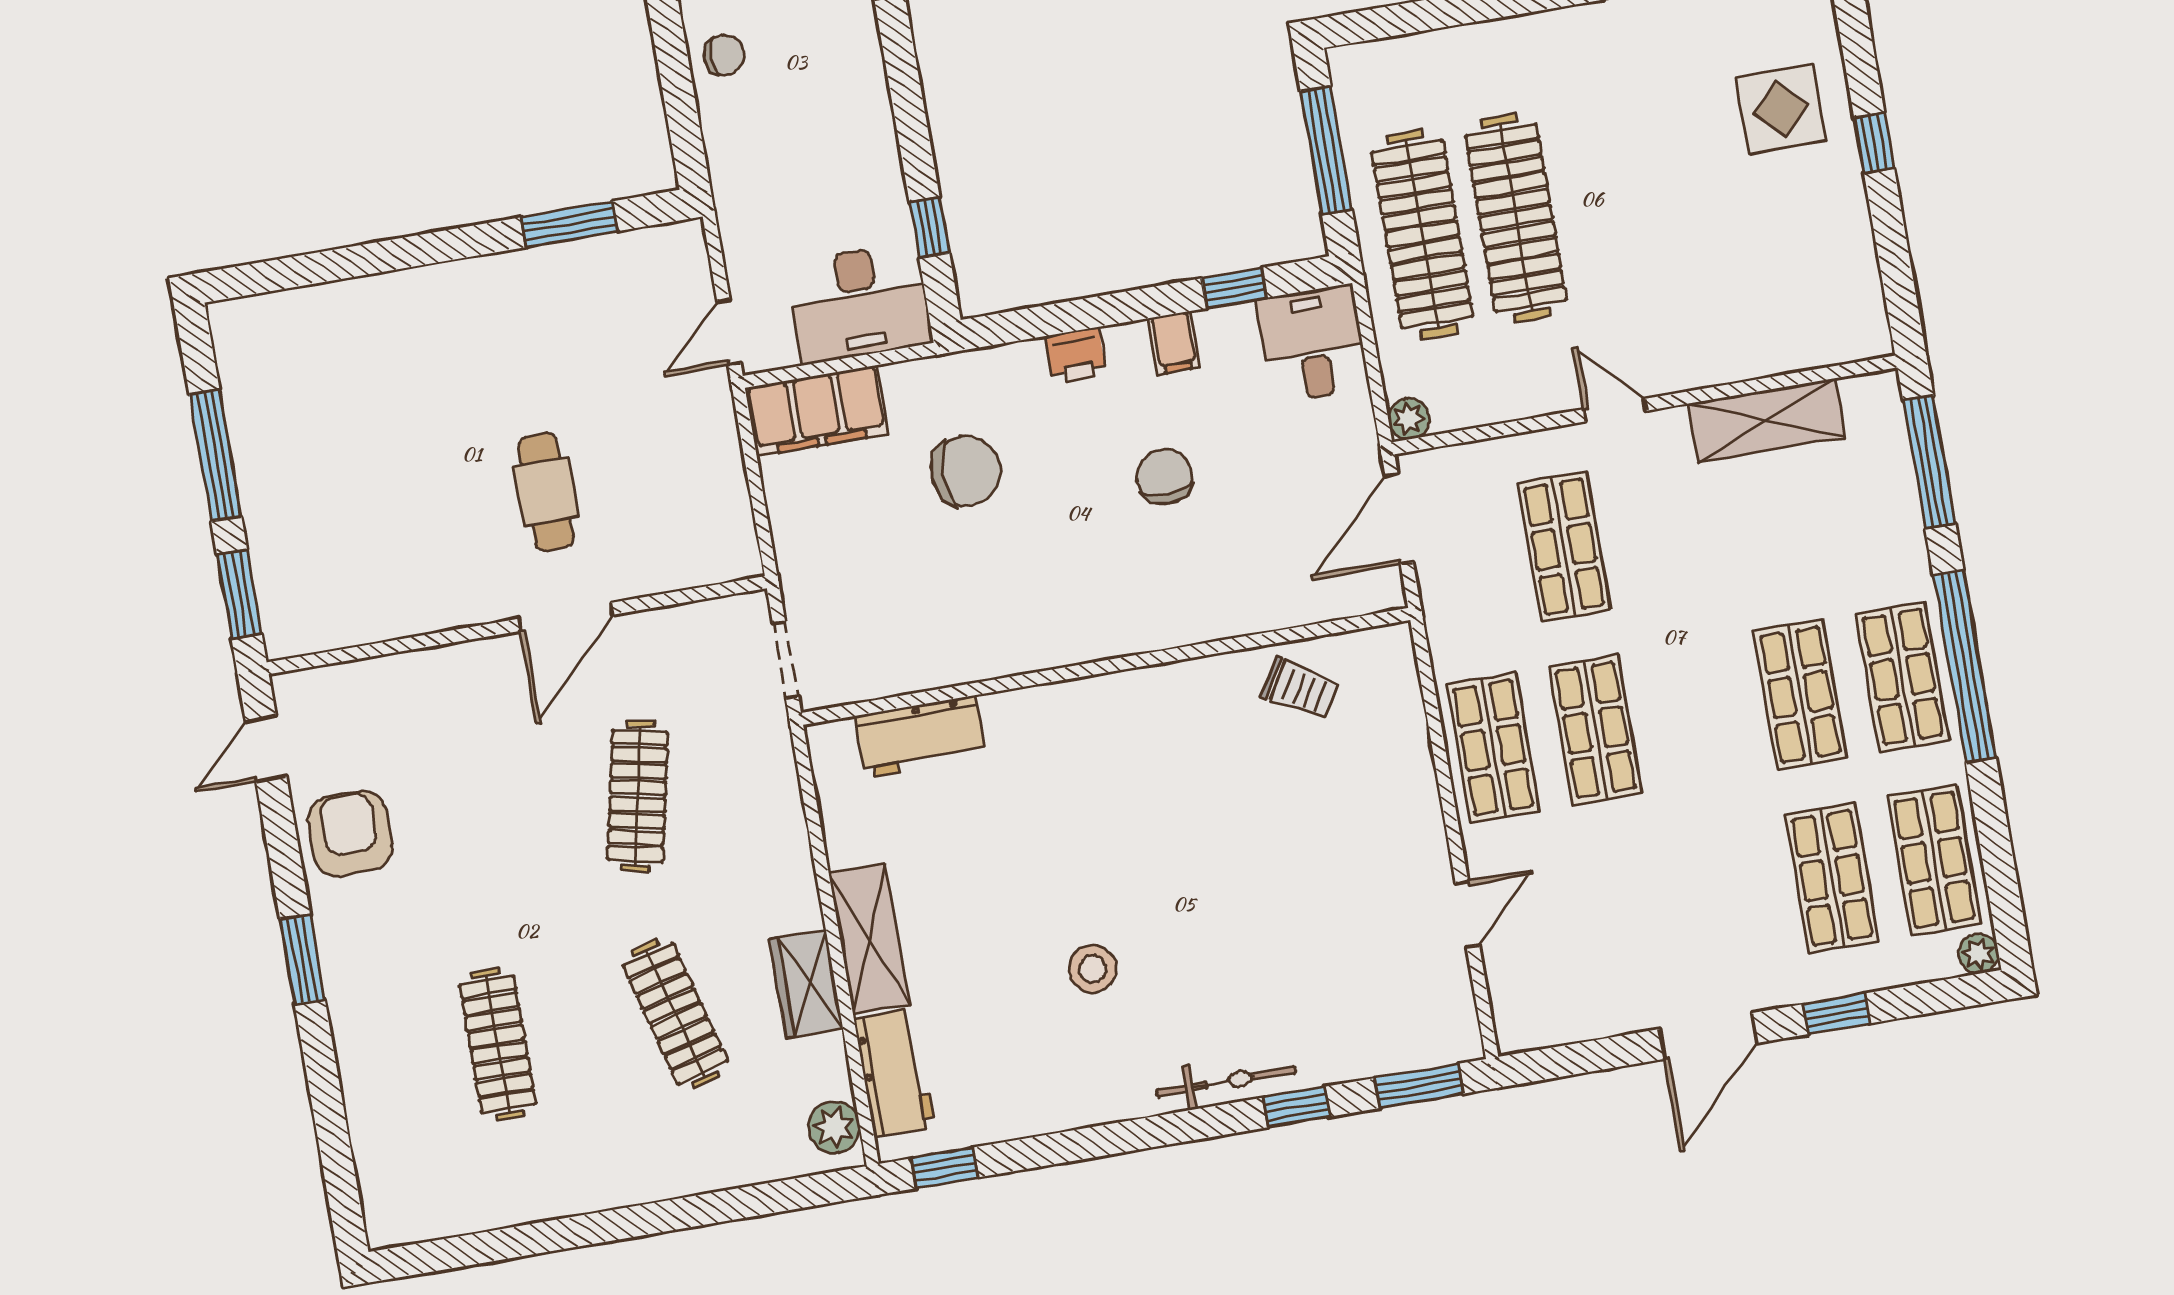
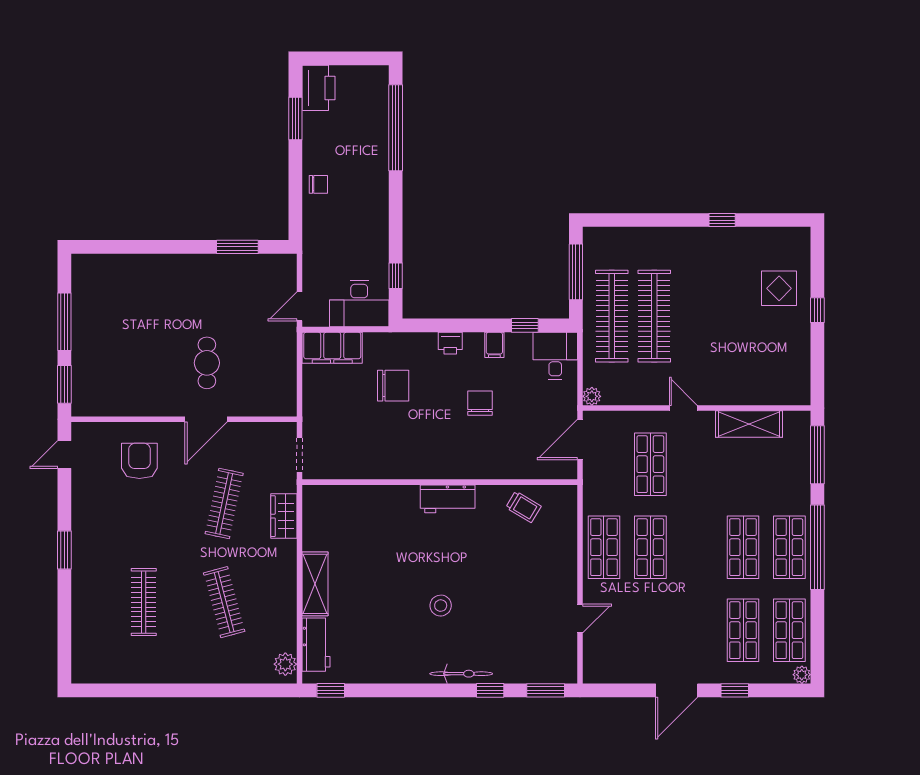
workbench: (921, 736) -> (448, 499), moved
armchair: (350, 834) -> (139, 461), moved
stool: (1093, 969) -> (441, 606), moved
wardrobe: (806, 984) -> (284, 516), moved

